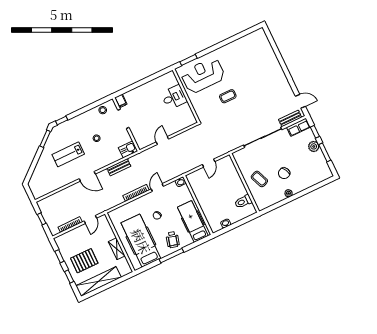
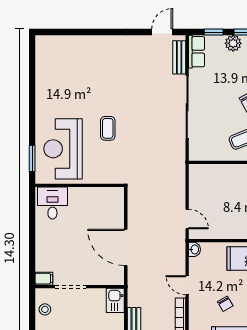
desk: (174, 97) -> (52, 203), moved
door: (162, 140) -> (126, 247), width x1.87
door: (209, 163) -> (187, 219), moved

